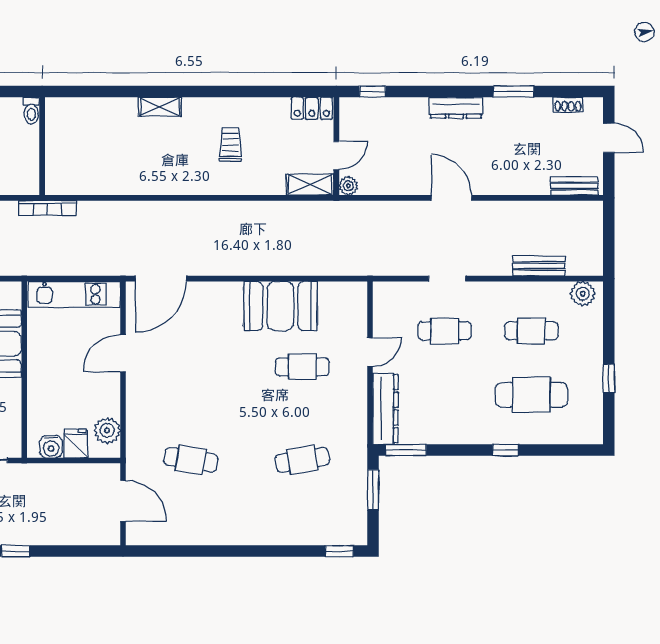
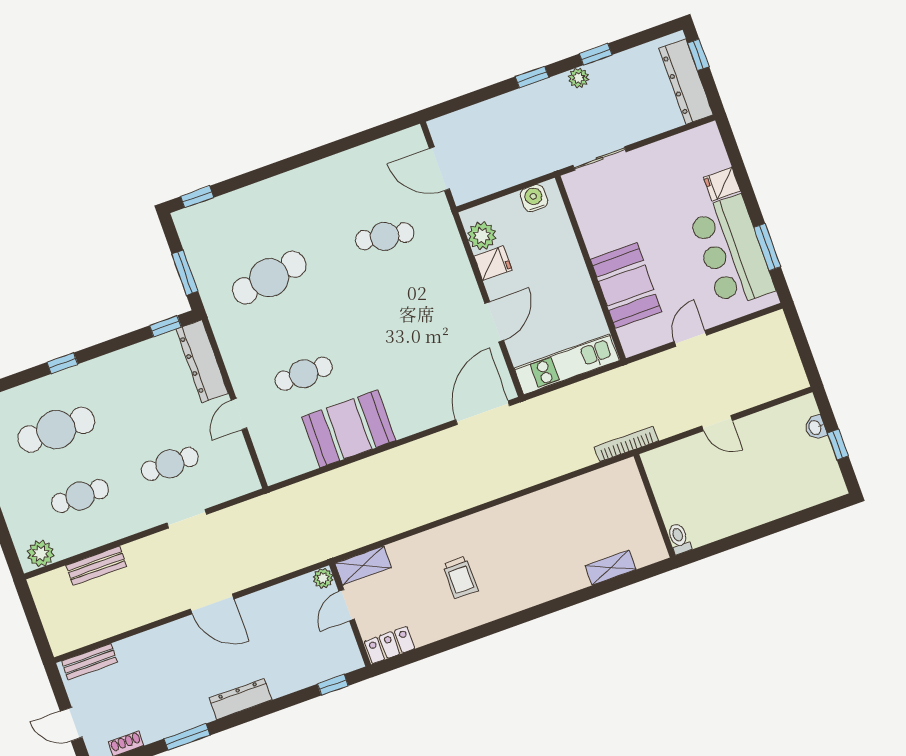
shelving: (160, 107) -> (611, 568), moved
fridge: (76, 444) -> (493, 263), moved, turned -90
window: (406, 450) -> (165, 326), width x0.67
cafe table: (302, 460) -> (269, 278), width x1.37, depth x1.35

